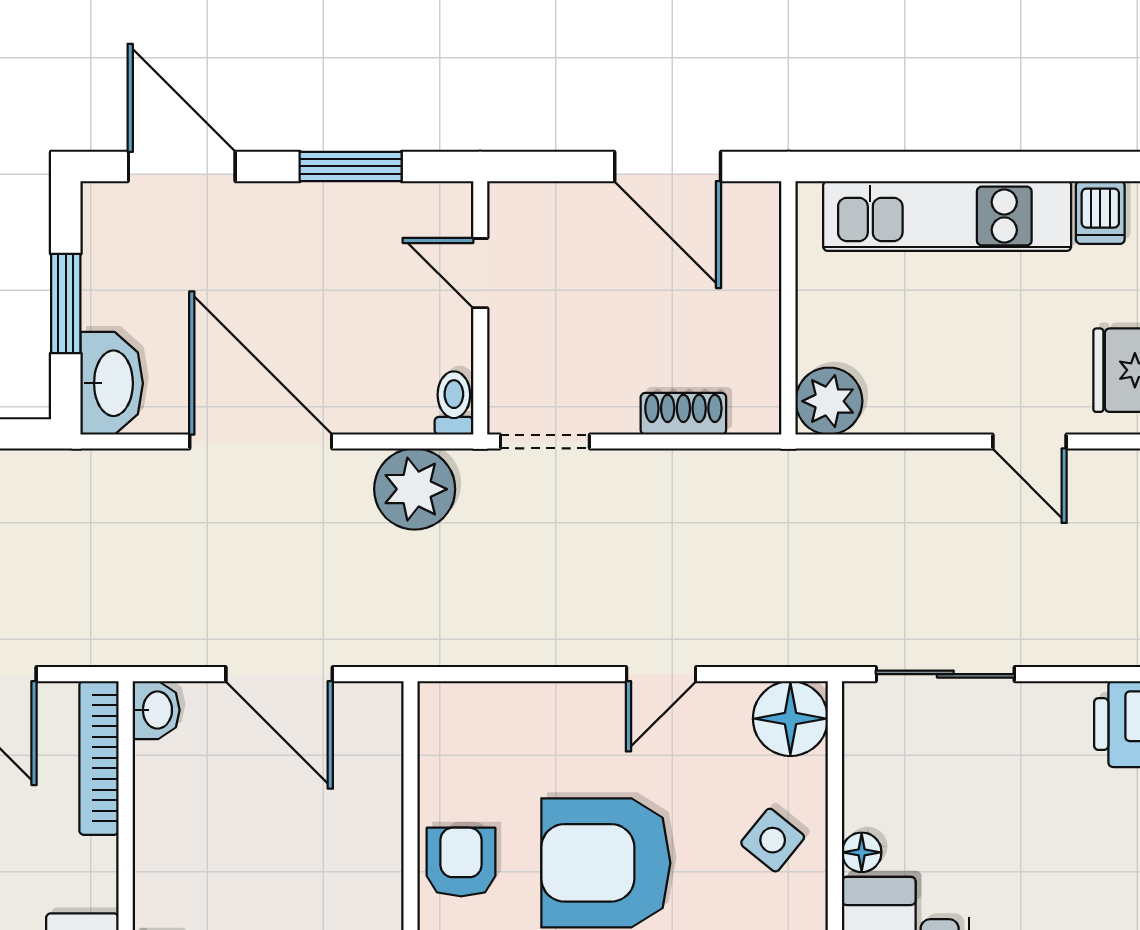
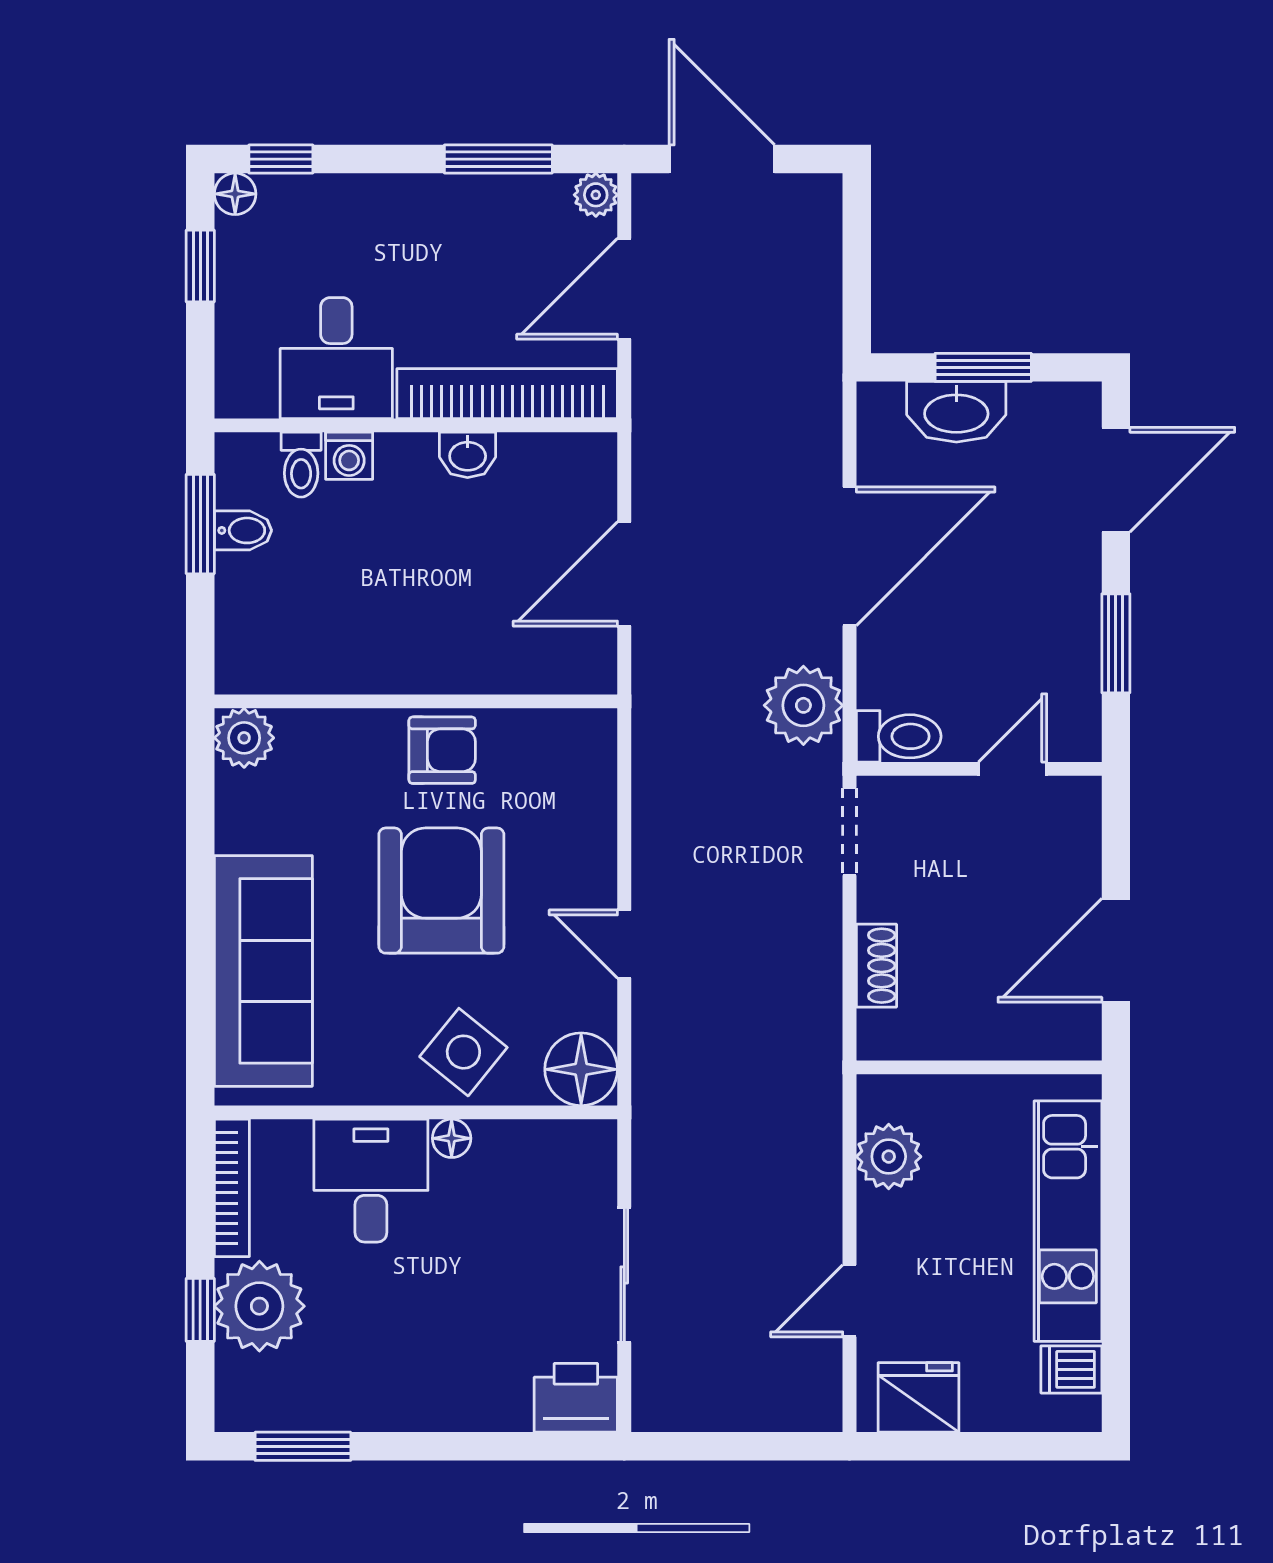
washbasin: (112, 383) -> (956, 412), moved
plant: (829, 401) -> (889, 1157), moved
toilet: (454, 403) -> (899, 736), width x1.37, depth x1.39
sliding door: (945, 674) -> (624, 1275), moved
washbasin: (156, 710) -> (468, 455), moved
bookcase: (99, 758) -> (507, 394), width x1.48, depth x1.31
side table: (773, 840) -> (463, 1052), width x1.37, depth x1.37

